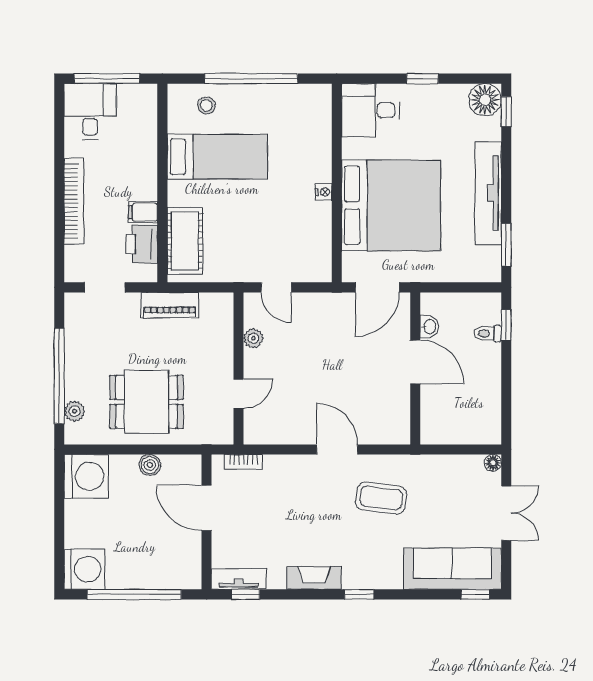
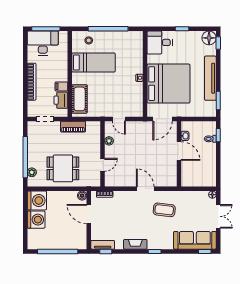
desk: (90, 112) -> (43, 43), width x1.37
boiler: (150, 465) -> (82, 196), moved
washing machine: (84, 569) -> (36, 220), moved

